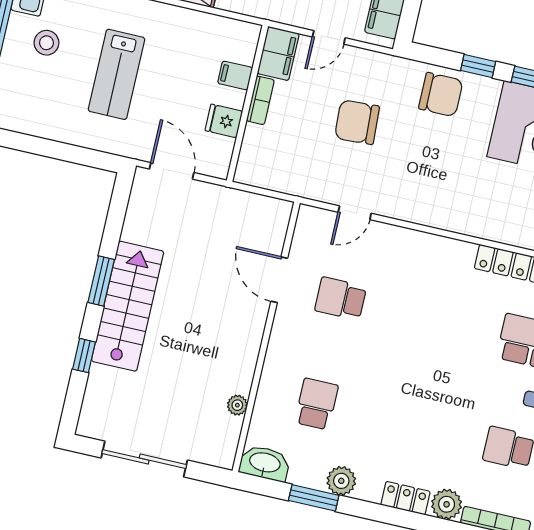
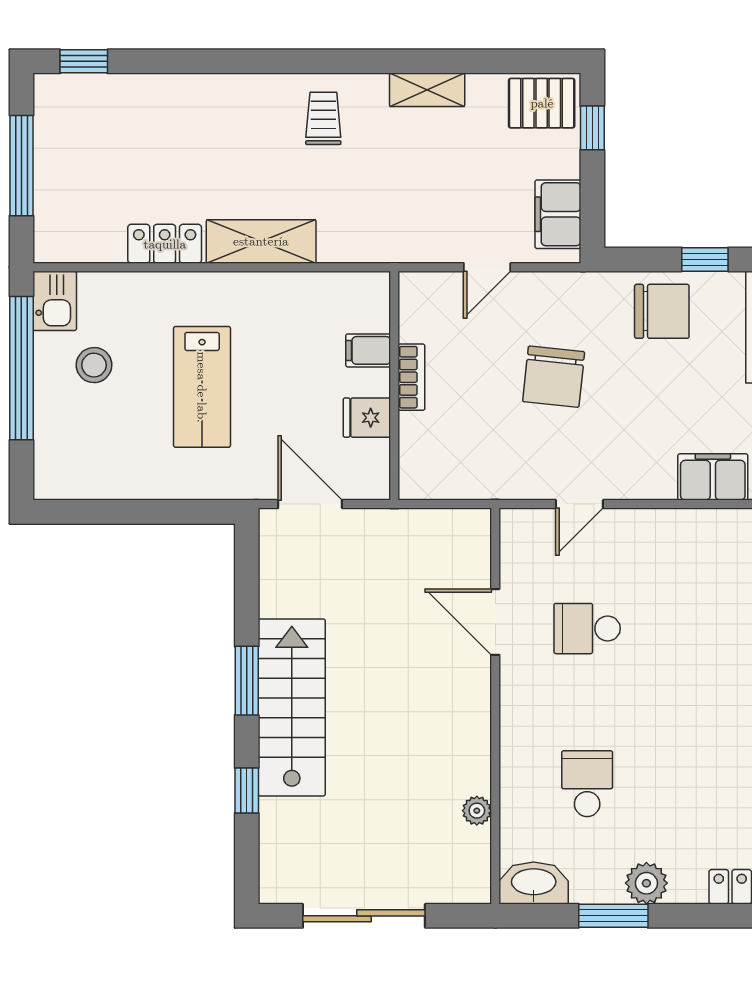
filing cabinet: (278, 54) -> (713, 477), moved, turned -90
chair: (357, 122) -> (554, 377), turned -81

